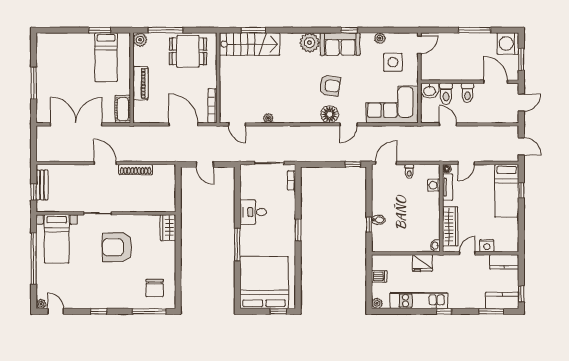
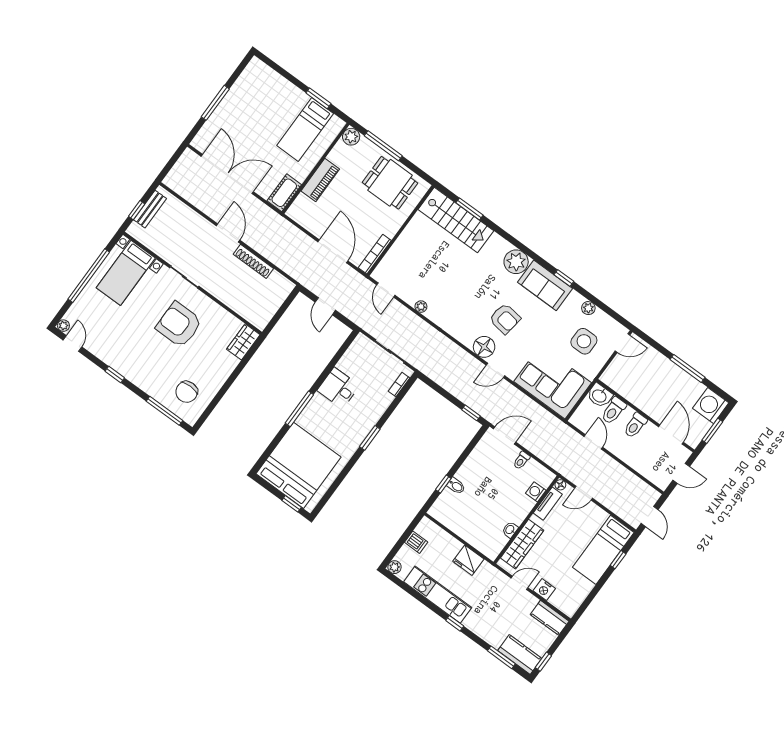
washbasin: (435, 246) -> (510, 530), moved

